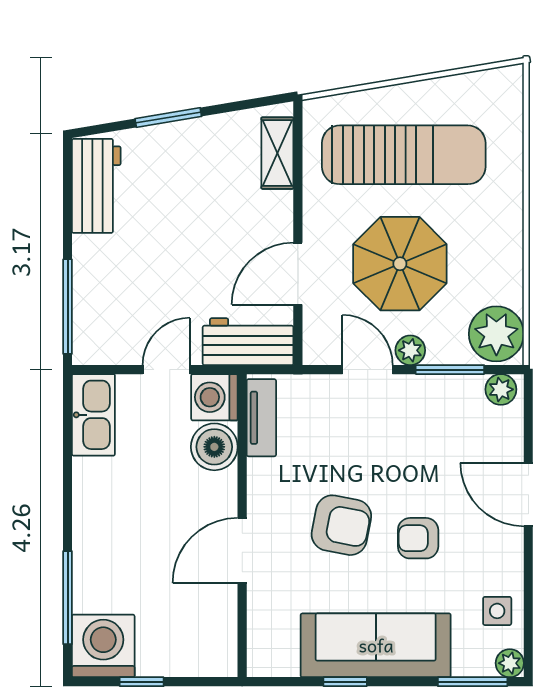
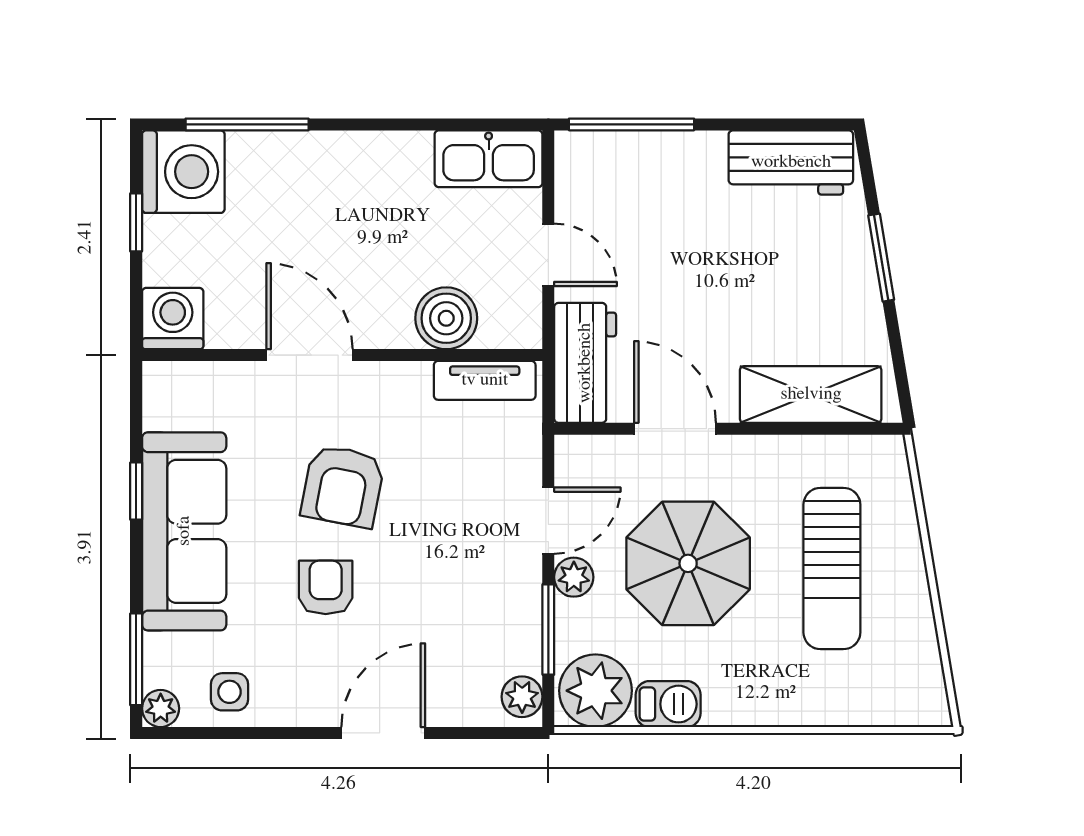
shelving: (277, 153) -> (811, 394), width x1.50, depth x1.33
sun lounger: (404, 155) -> (832, 568), width x0.73, depth x0.75
barbecue: (506, 279) -> (668, 704), added
washing machine: (214, 397) -> (173, 318), moved

